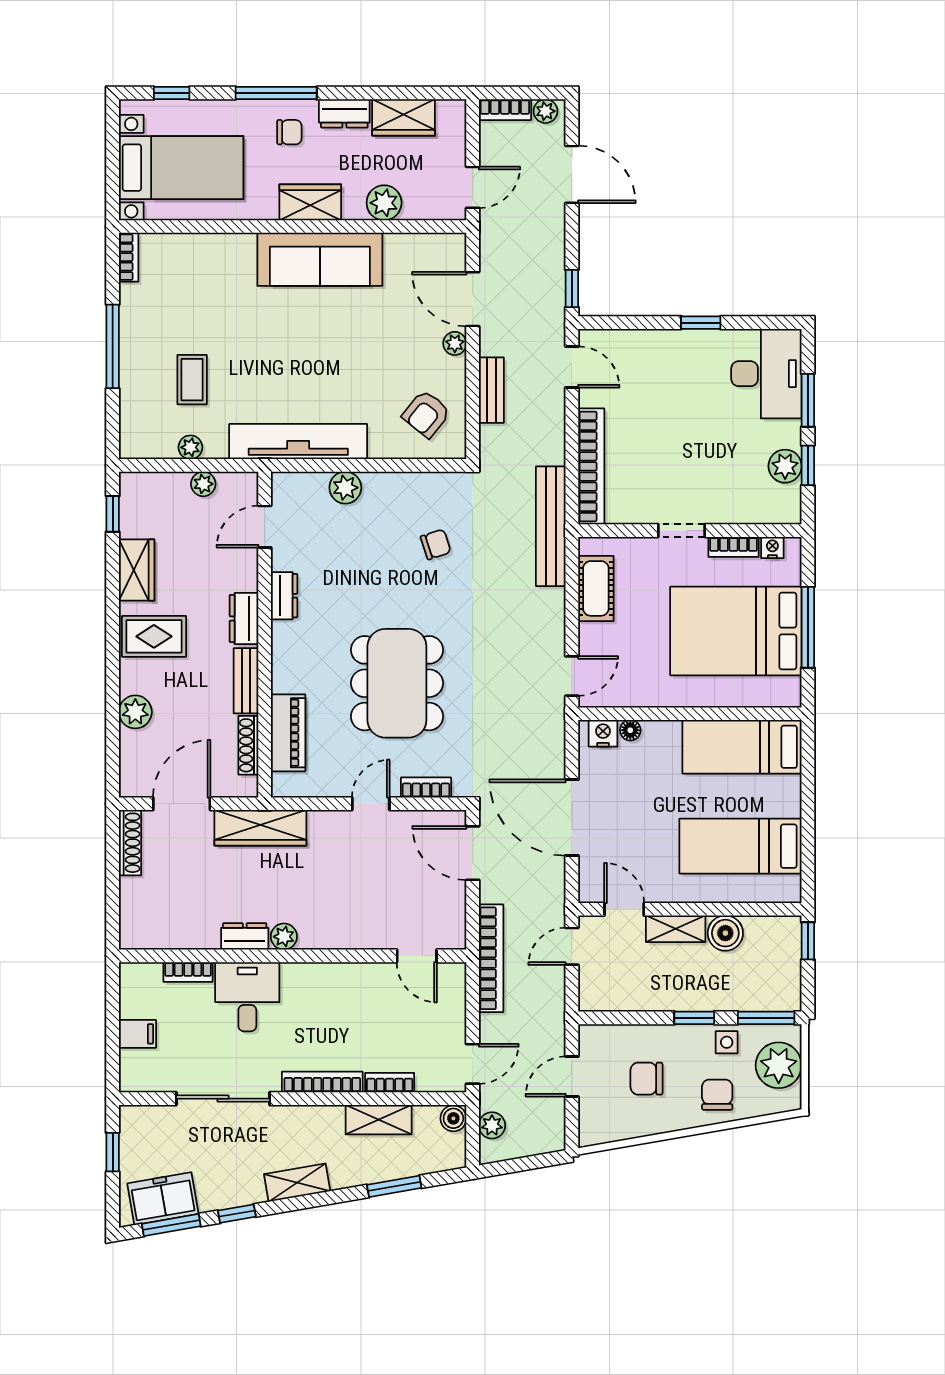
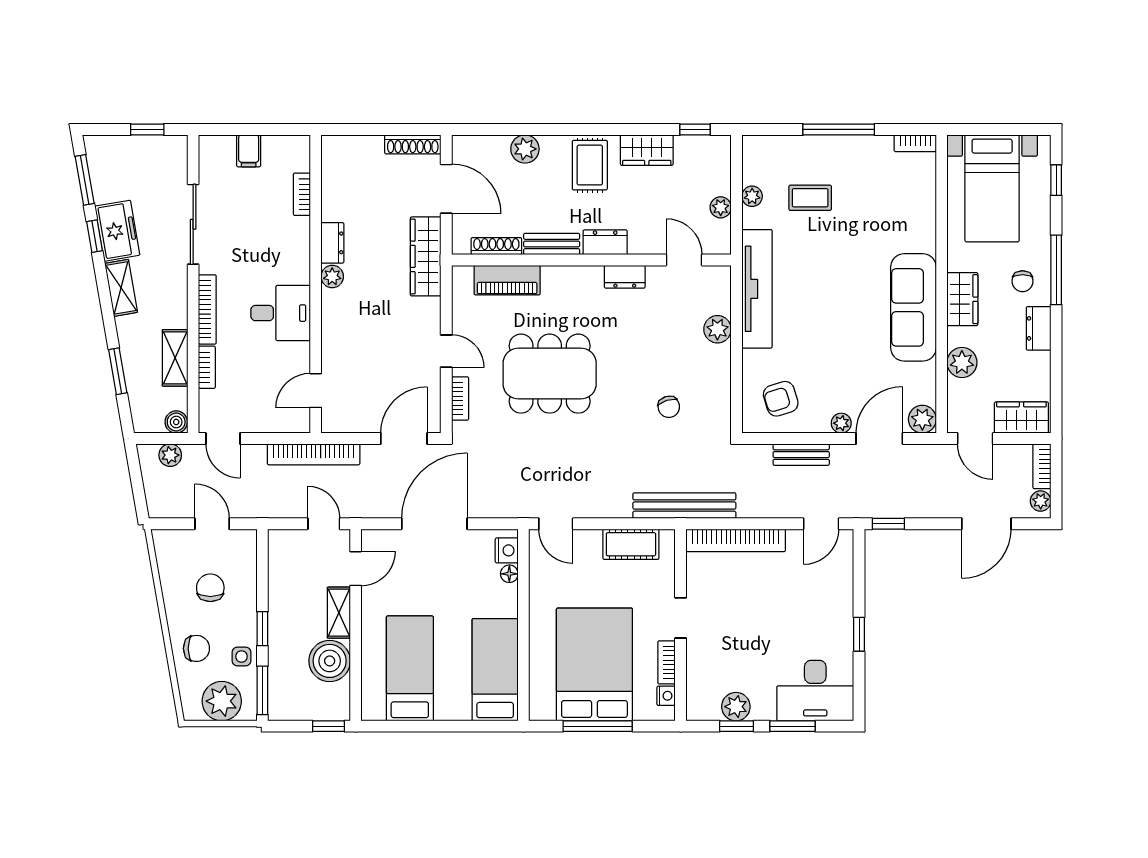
wardrobe: (404, 117) -> (1021, 418), moved, turned 90
plant: (450, 249) -> (922, 419), added
armchair: (426, 414) -> (781, 399), turned -56
boiler: (725, 933) -> (330, 661), width x1.37, depth x1.37
desk: (247, 997) -> (281, 313), moved
freezer: (163, 1199) -> (117, 231), moved

